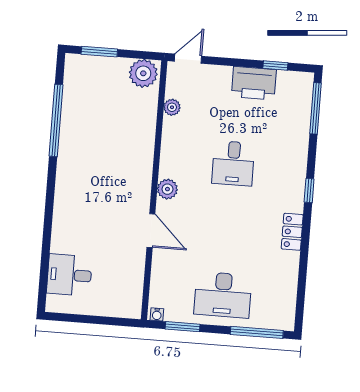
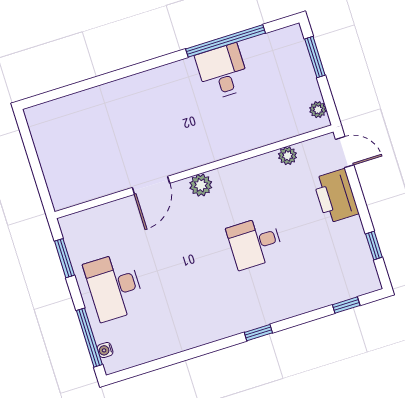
plant: (143, 73) -> (318, 110), width x0.53, depth x0.53
printer: (254, 83) -> (336, 196), moved
window: (316, 108) -> (346, 305), width x0.46
locker: (292, 232) -> (209, 332), removed
desk: (69, 275) -> (222, 72), moved
water cooler: (157, 314) -> (105, 350), moved

